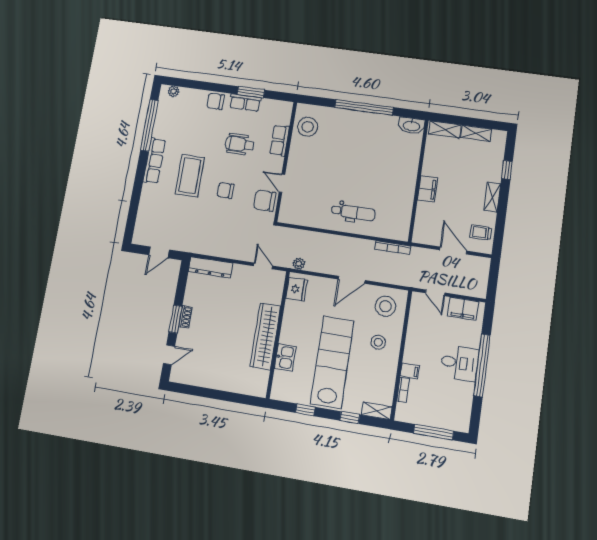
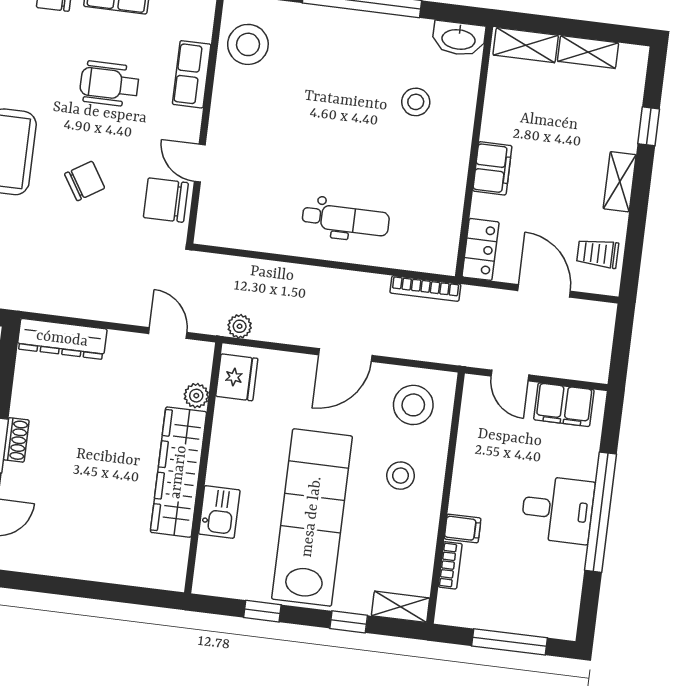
stool: (390, 156) -> (416, 102), added
chair: (225, 190) -> (85, 181), turned 148
locker: (421, 229) -> (480, 249), added
plant: (276, 298) -> (196, 396), added

